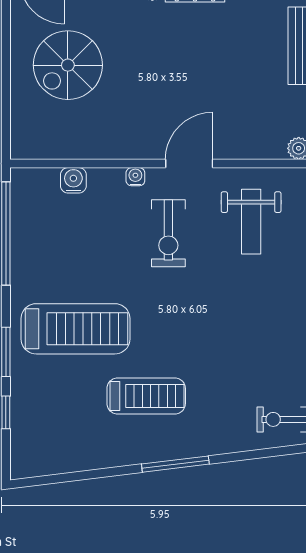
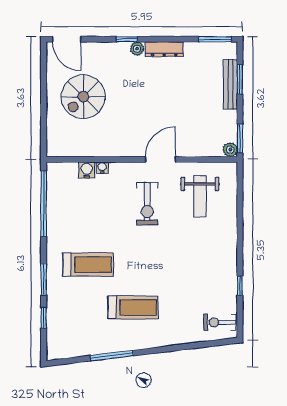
water cooler: (135, 177) -> (102, 168), moved
treadmill: (76, 329) -> (88, 265), width x0.73, depth x0.73
window: (175, 464) -> (112, 356), moved

